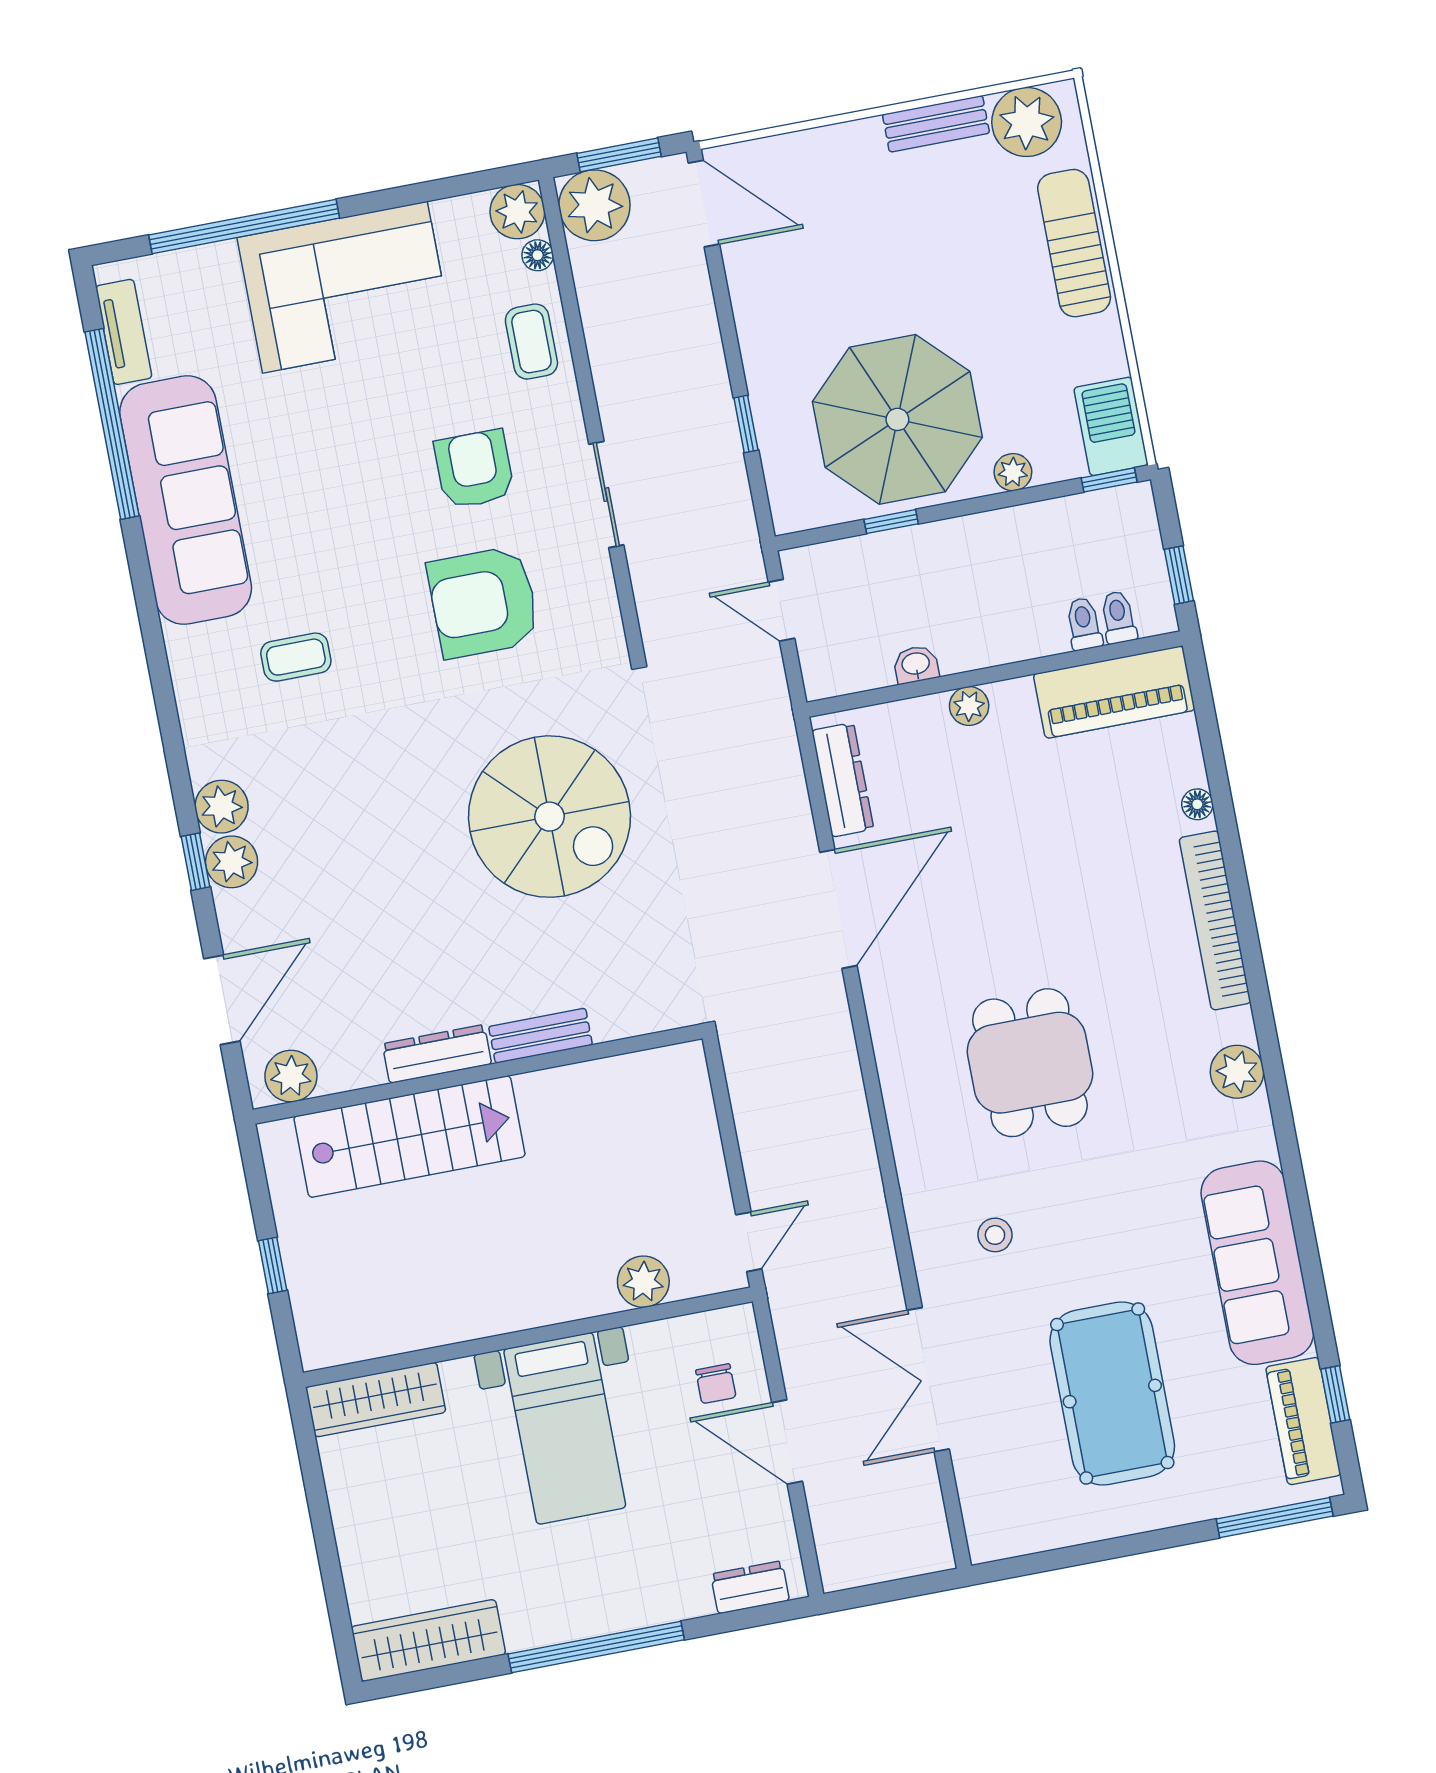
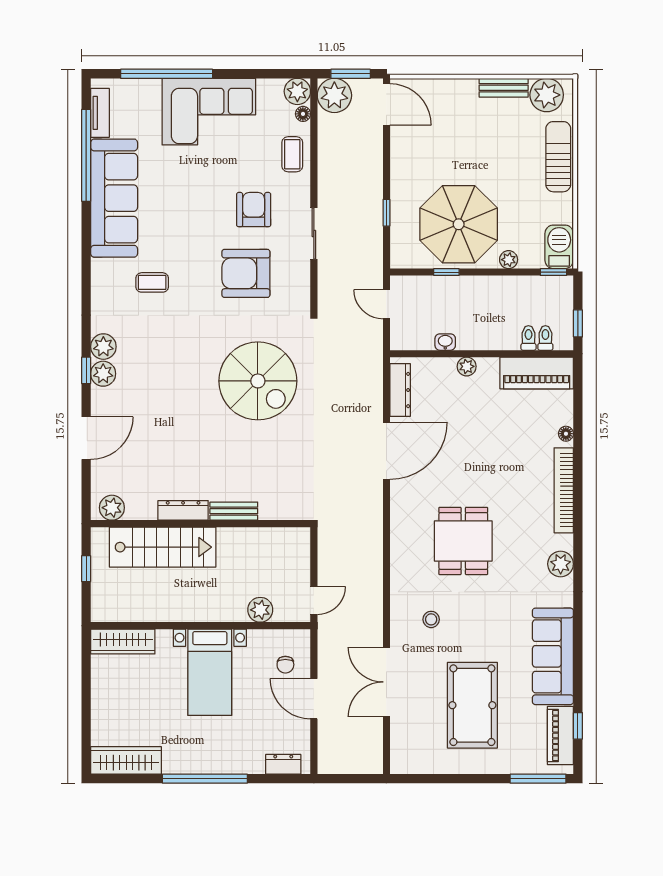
bench: (541, 1036) -> (234, 511), moved
dresser: (437, 1054) -> (183, 510), moved
wall: (478, 1074) -> (201, 524), moved
plant: (291, 1076) -> (112, 508), moved
stairs: (410, 1137) -> (163, 547), moved

